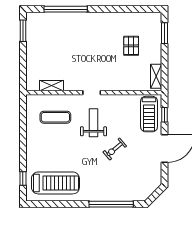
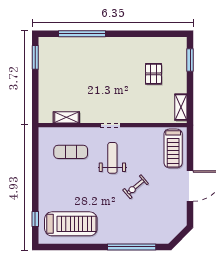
window: (165, 115) -> (190, 149), removed

